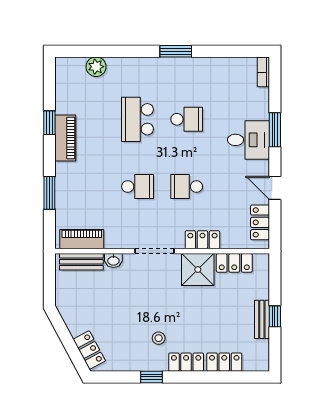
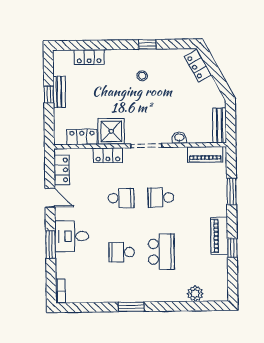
bench: (81, 262) -> (220, 125), moved, turned 90
locker: (186, 362) -> (120, 57), removed

